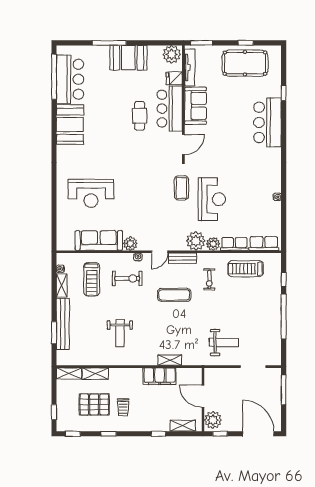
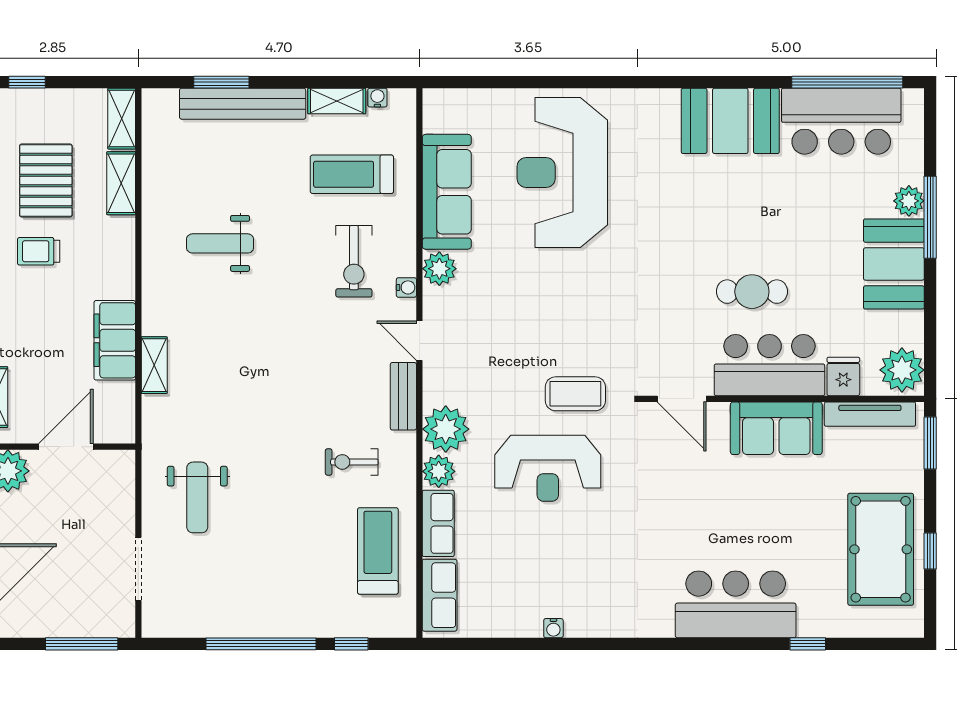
plant: (103, 52) -> (909, 201), added
reception desk: (91, 193) -> (562, 173), width x1.36, depth x1.30
exercise mat: (174, 295) -> (314, 376), removed

